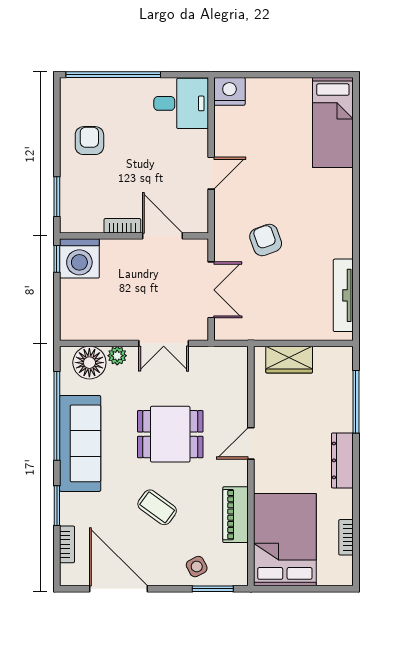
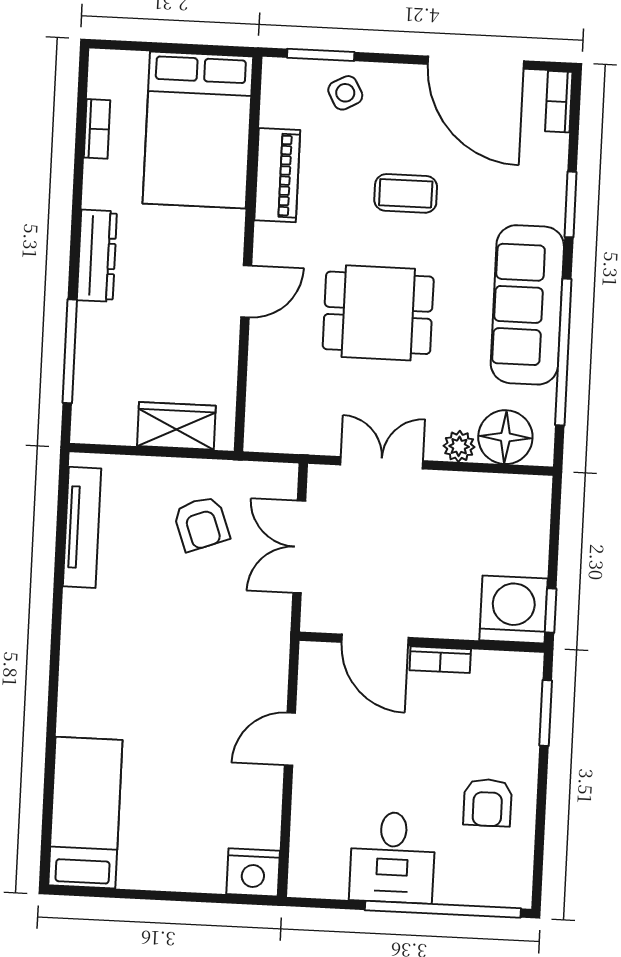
desk: (181, 103) -> (392, 857), moved, turned -90
armchair: (266, 240) -> (201, 523), moved
coffee table: (157, 507) -> (406, 193), turned -36
bookcase: (67, 544) -> (559, 102), moved

